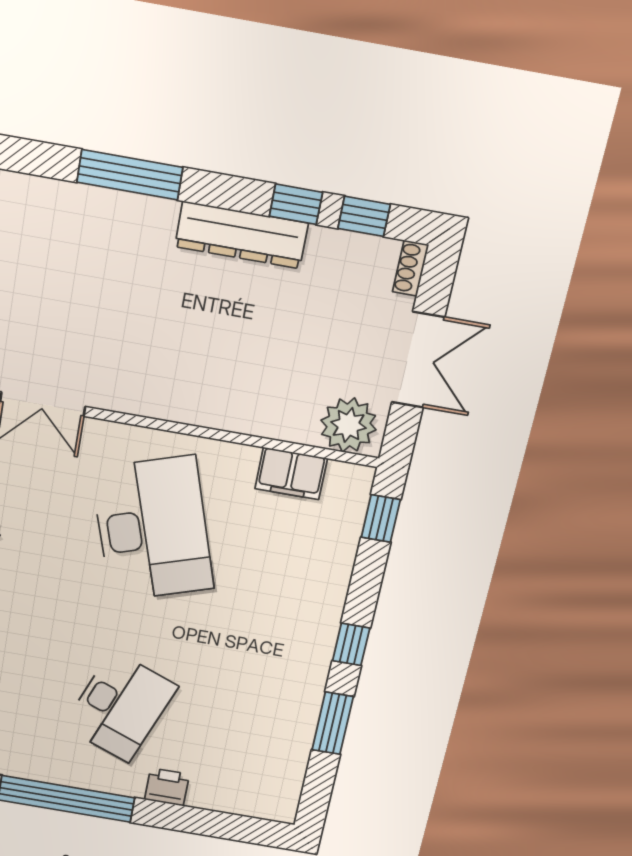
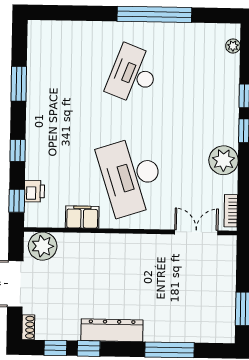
filing cabinet: (291, 474) -> (82, 217), moved
window: (351, 644) -> (18, 150), moved
printer: (167, 787) -> (34, 191), moved, turned -90

